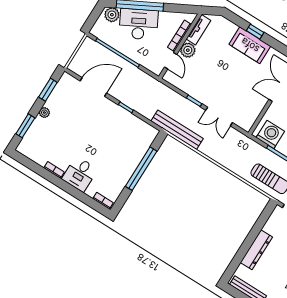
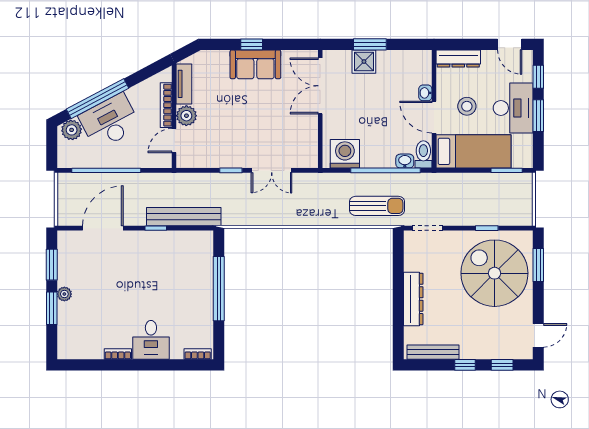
door: (171, 61) -> (174, 141), swing flipped
window: (25, 126) -> (52, 308), moved
bench: (177, 130) -> (184, 217), moved

